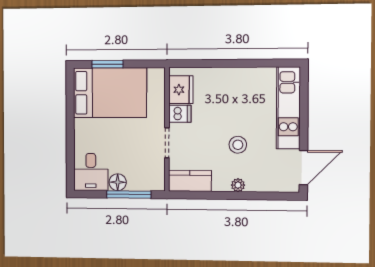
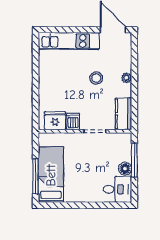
window: (107, 64) -> (36, 176), width x1.44
bed: (110, 93) -> (51, 175), width x0.67

